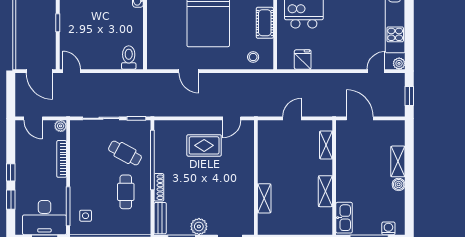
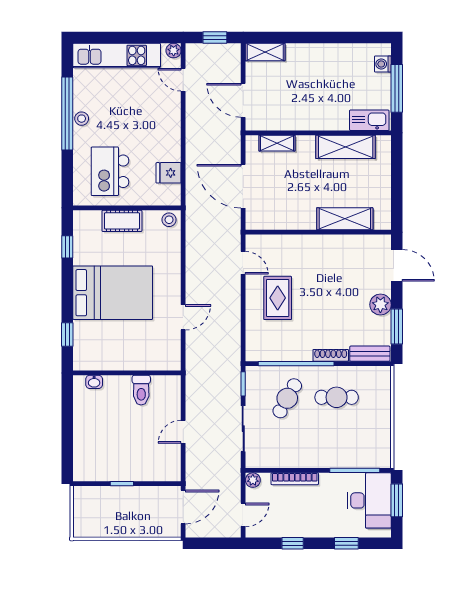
toilet: (129, 57) -> (141, 390), moved, turned -90
stool: (253, 57) -> (169, 220), moved
door: (72, 71) -> (183, 432), moved
door: (292, 118) -> (243, 186), width x1.88
door: (360, 118) -> (243, 100), hinge flipped
shelving: (398, 161) -> (265, 52), moved
window: (11, 172) -> (293, 543), moved
boiler: (399, 184) -> (327, 51), removed
shelving: (325, 191) -> (346, 147), width x1.50, depth x1.33
shelving: (264, 198) -> (345, 219), width x1.50, depth x1.33
side table: (86, 216) -> (367, 448), removed

